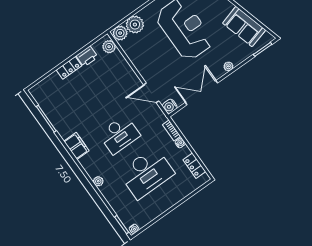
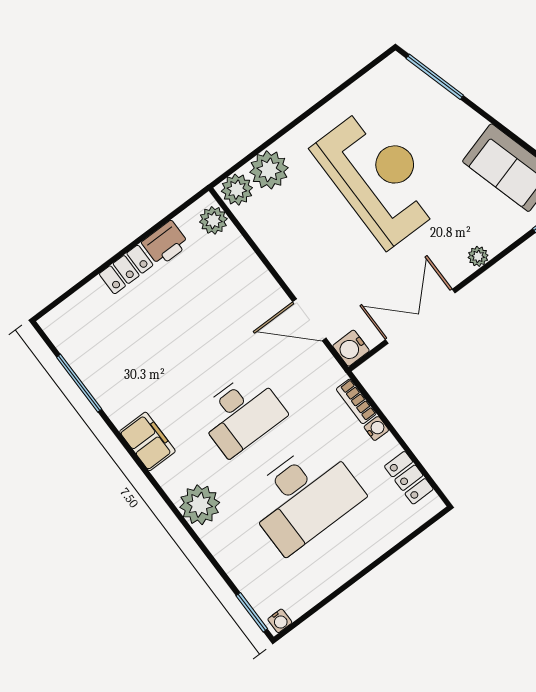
plant: (98, 181) -> (200, 505), width x1.87, depth x1.87

